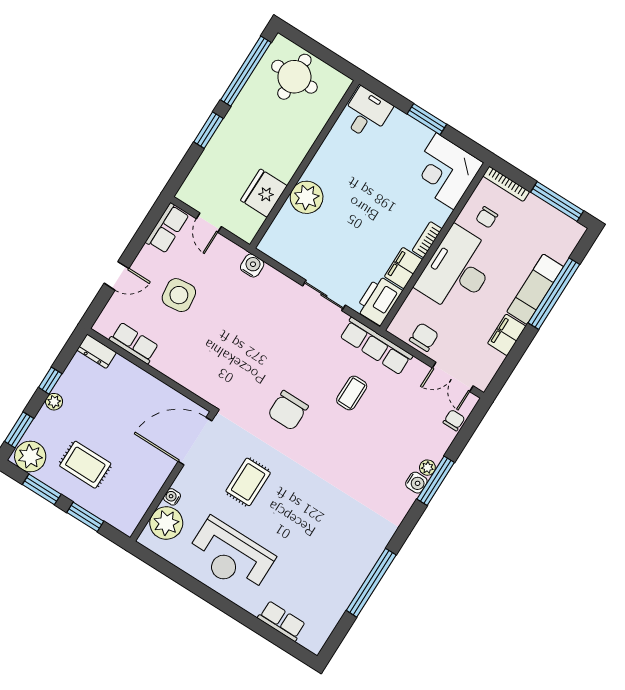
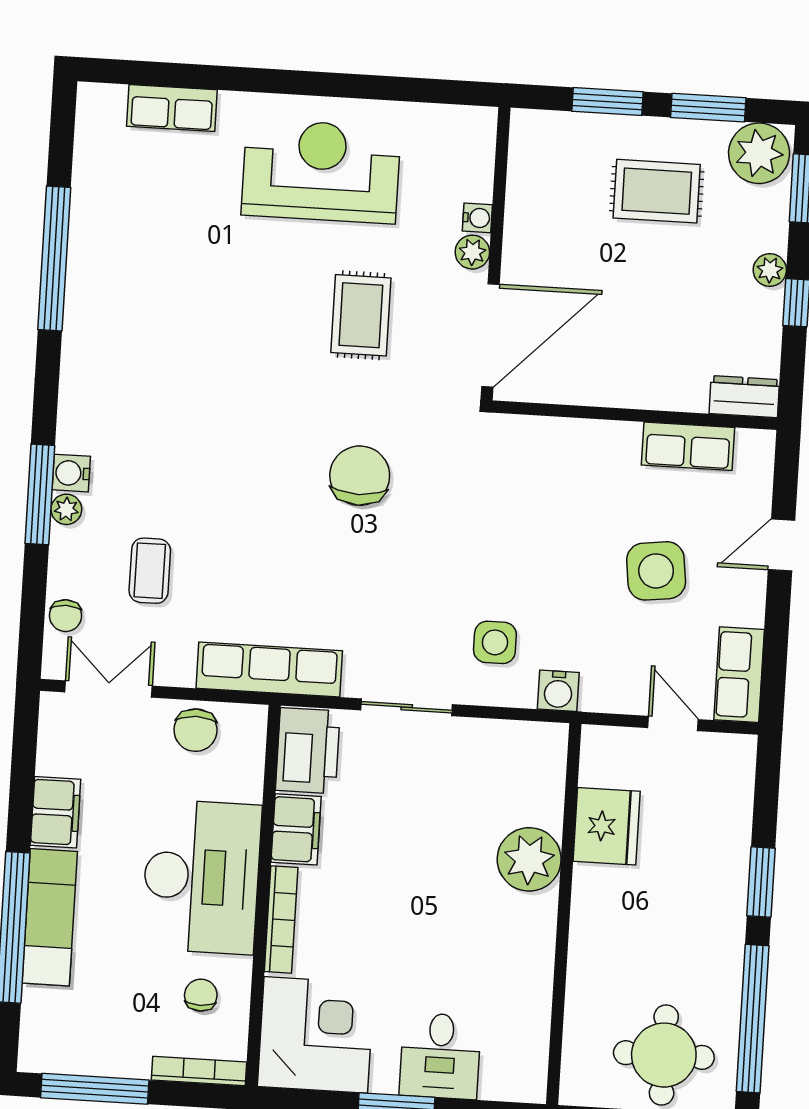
desk: (366, 113) -> (440, 1056), moved
bookcase: (427, 240) -> (281, 919), width x1.56
side table: (269, 303) -> (495, 642), added
coffee table: (352, 393) -> (150, 571), moved
plant: (166, 523) -> (472, 252), moved, width x0.53, depth x0.53

